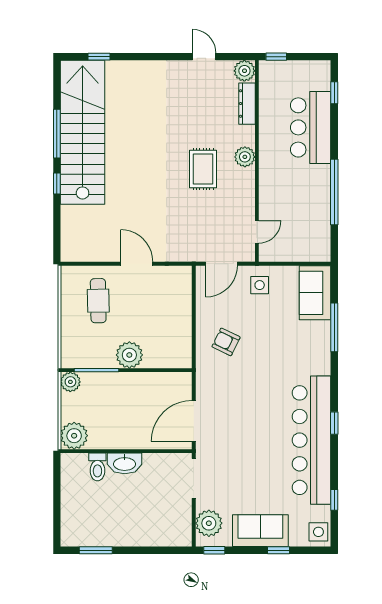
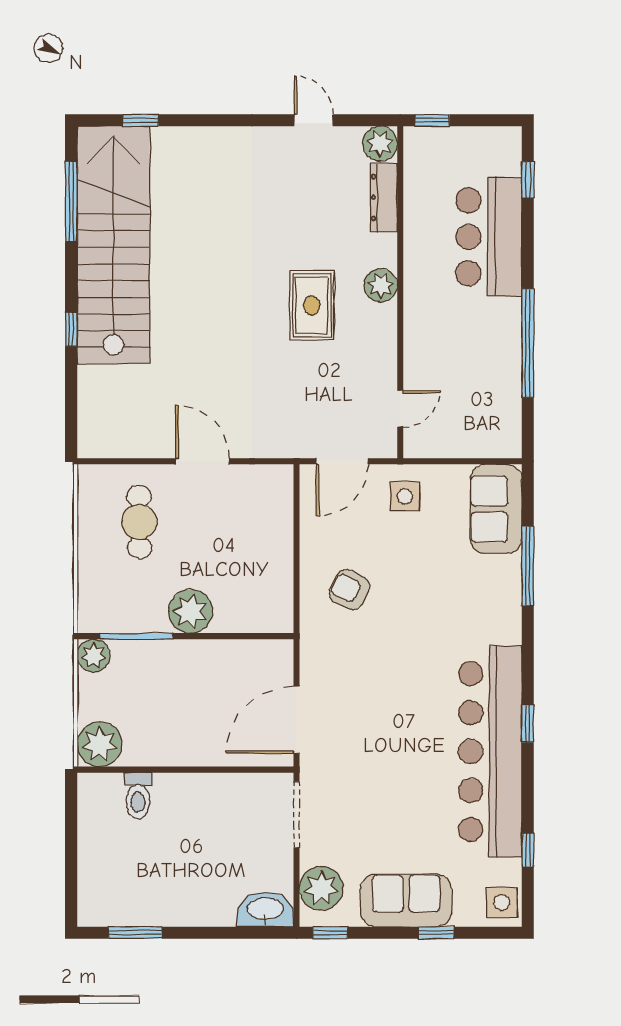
window: (57, 134) -> (71, 201), moved
washbasin: (125, 463) -> (265, 910), moved, turned 180

